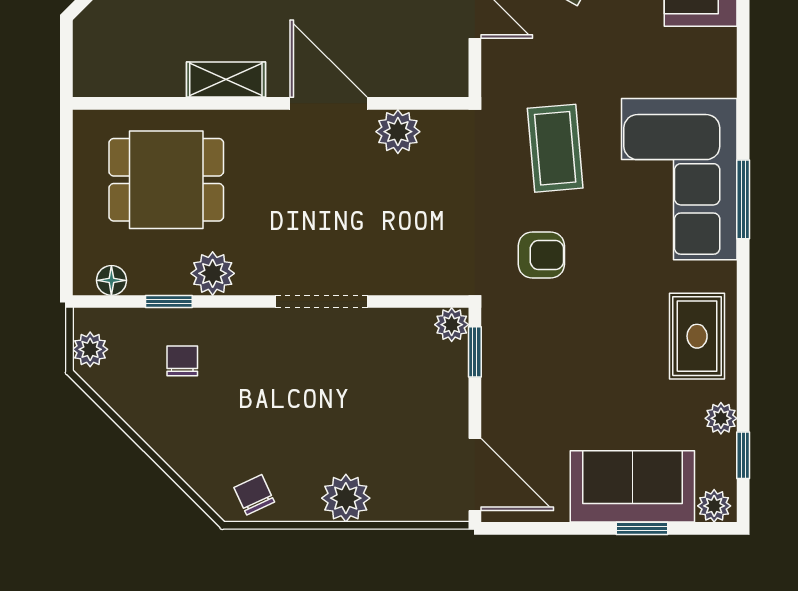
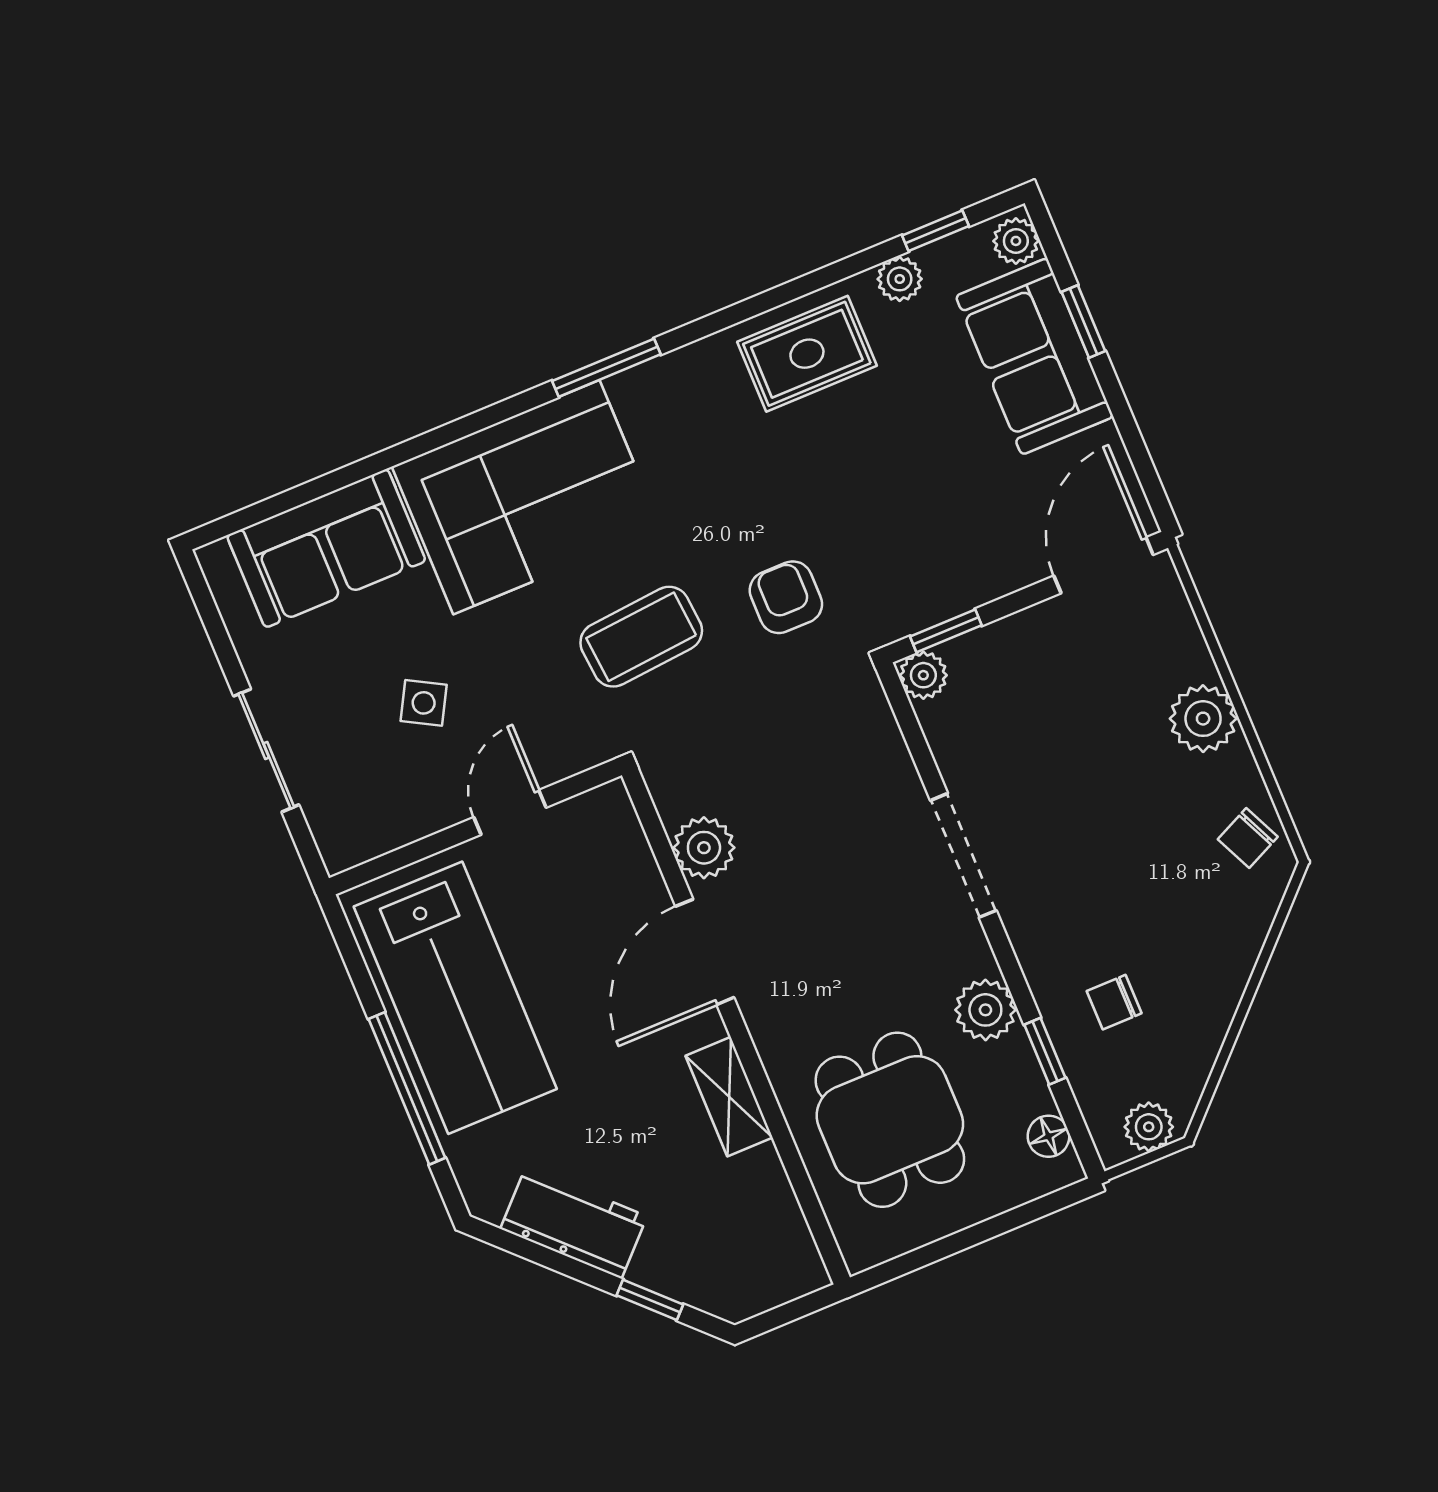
corner sofa: (679, 179) -> (526, 497), moved

